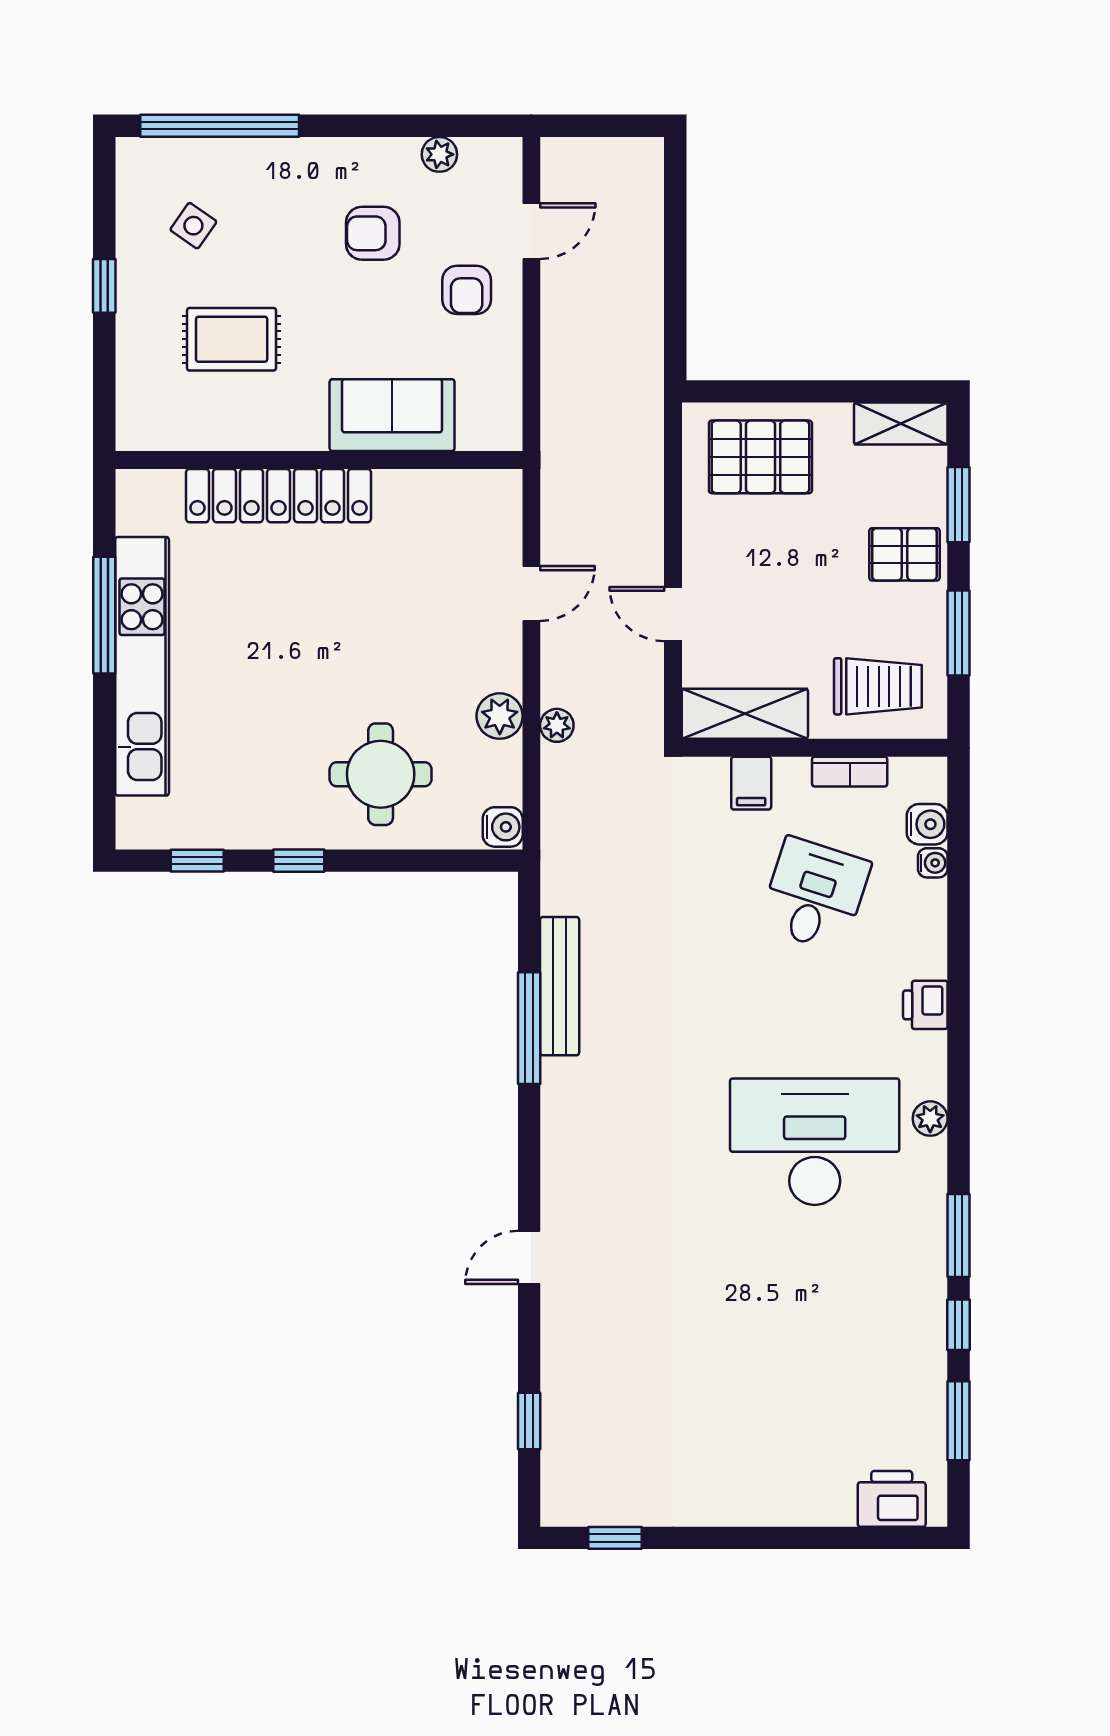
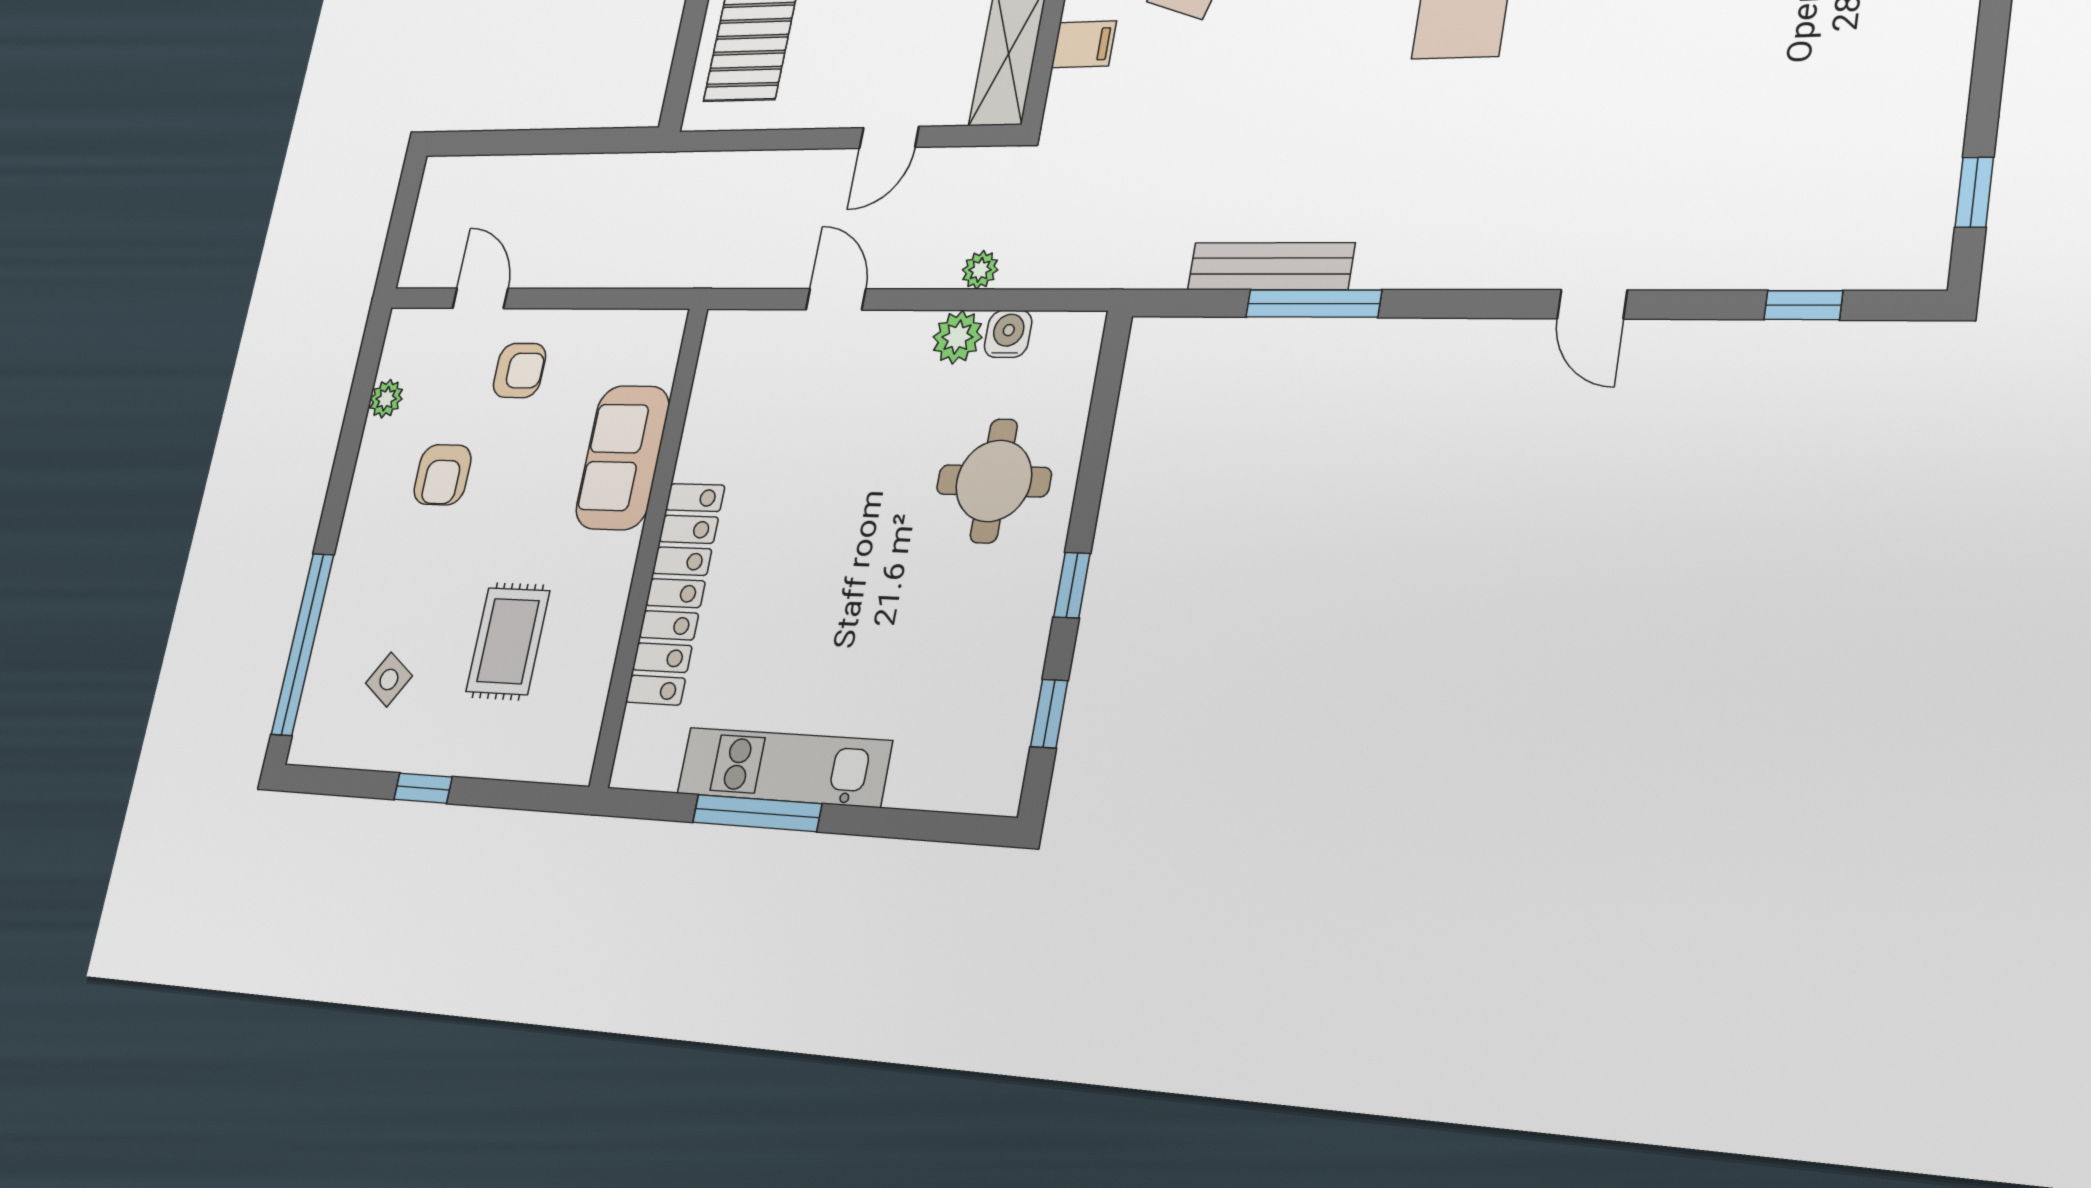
kitchen unit: (142, 666) -> (784, 767), width x0.73
water cooler: (503, 827) -> (1008, 334), moved

